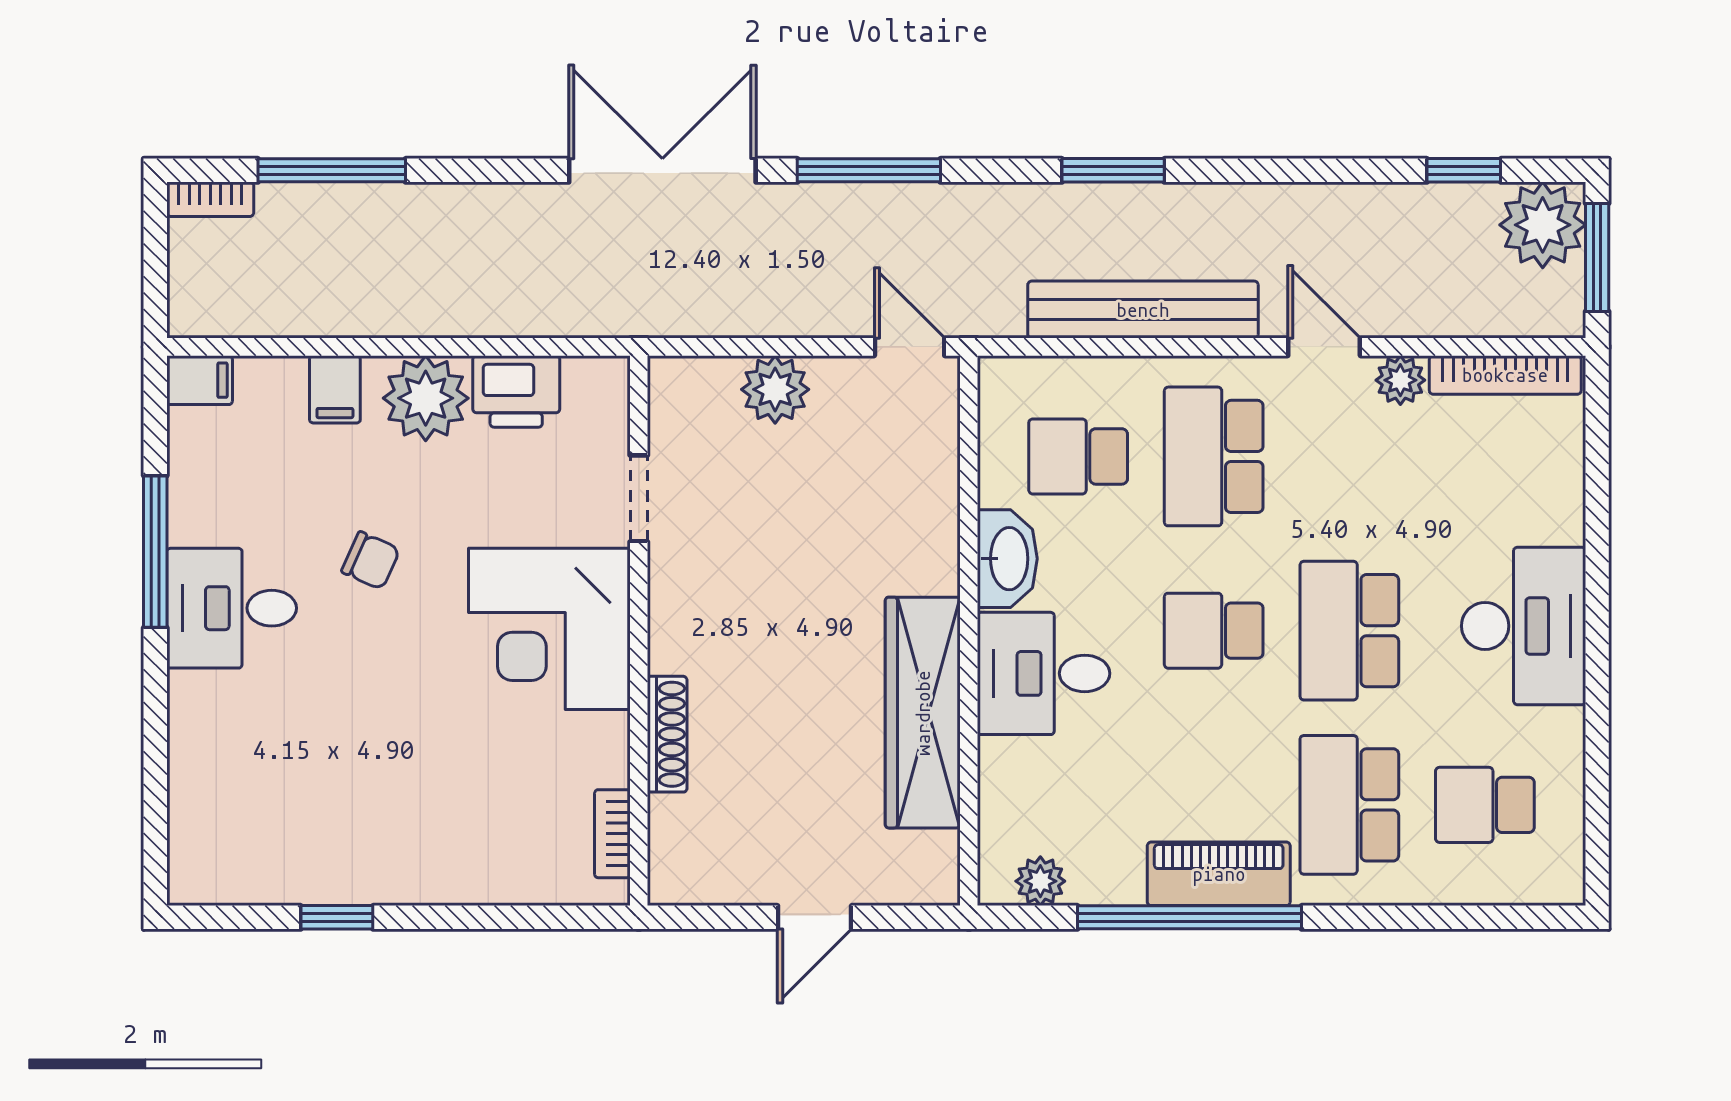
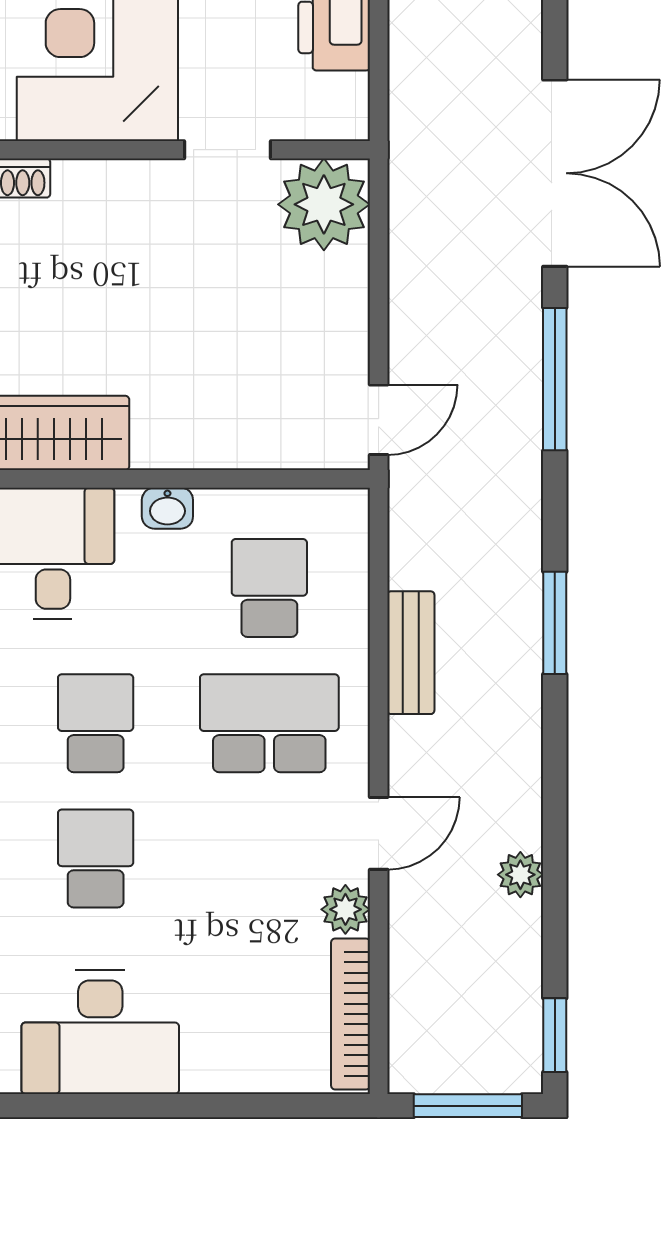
window: (1464, 170) -> (555, 1035), moved
plant: (1543, 225) -> (520, 875), moved, width x0.53, depth x0.53
bench: (1143, 310) -> (411, 653), width x0.54, depth x0.82
plant: (775, 389) -> (324, 204), moved, width x1.36, depth x1.36
washbasin: (1007, 559) -> (167, 508), width x0.52, depth x0.69
school desk: (1349, 631) -> (96, 858), width x0.54

